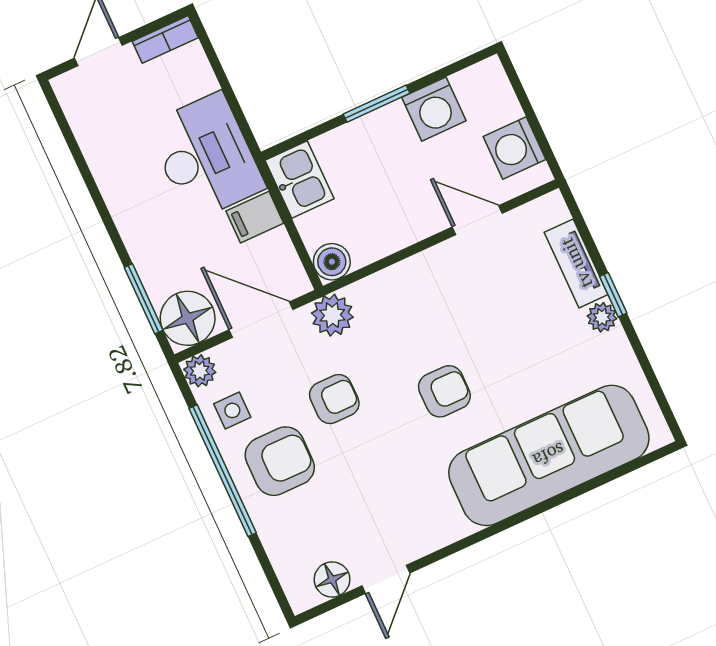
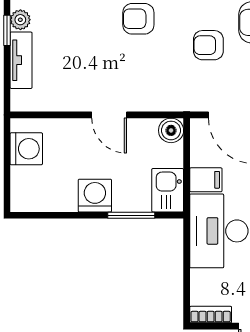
window: (377, 104) -> (131, 215), moved
washing machine: (434, 109) -> (95, 196), moved
door: (477, 220) -> (109, 115), moved
plant: (332, 315) -> (186, 97), removed

